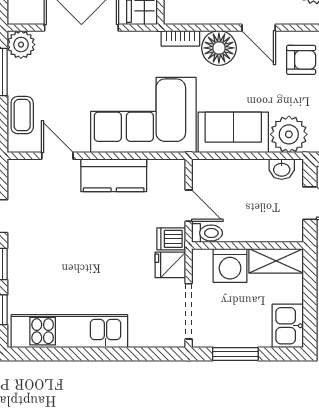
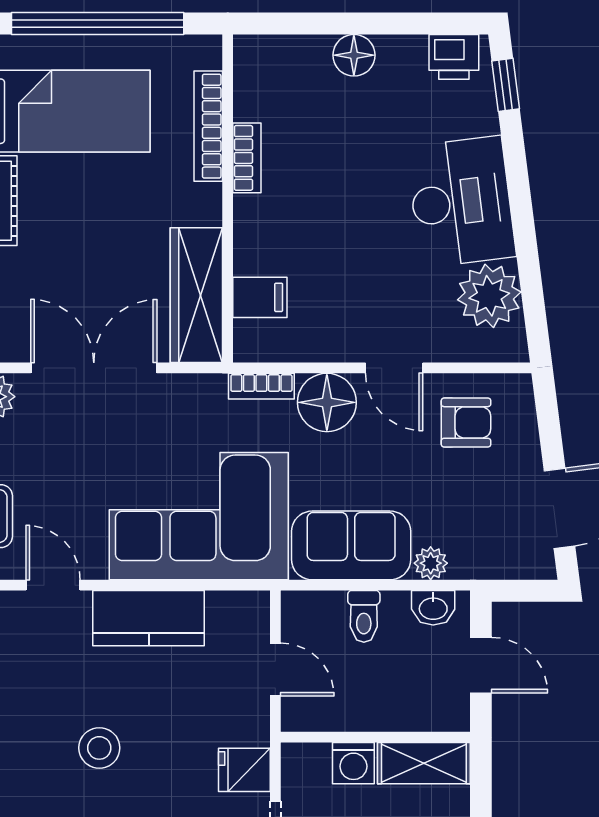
plant: (289, 134) -> (431, 563), width x0.53, depth x0.53
toilet: (207, 233) -> (364, 616), moved, turned 90
dishwasher: (171, 239) -> (246, 726), removed
stool: (85, 252) -> (99, 748), added
washing machine: (230, 265) -> (353, 763), width x0.73, depth x0.73

